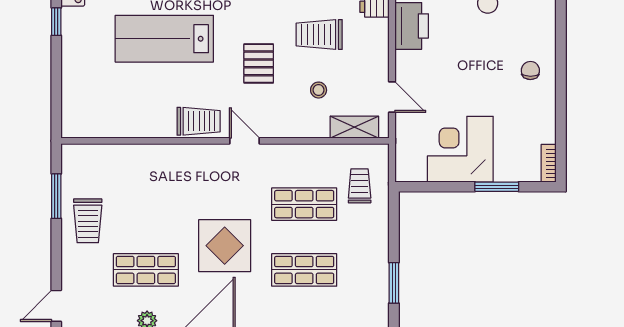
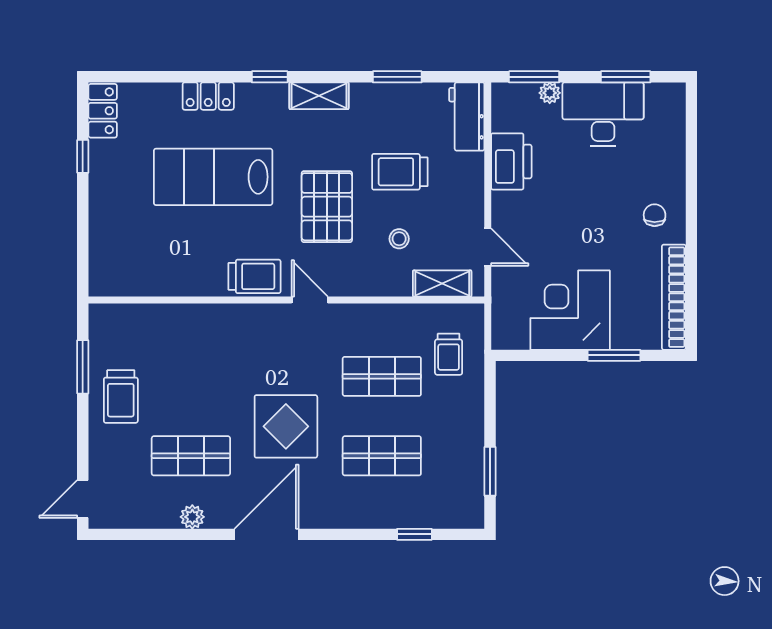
pallet: (259, 63) -> (327, 207), width x1.50, depth x1.42
bookcase: (549, 163) -> (674, 297), width x2.31, depth x1.31
trolley: (360, 186) -> (449, 354), turned 180

